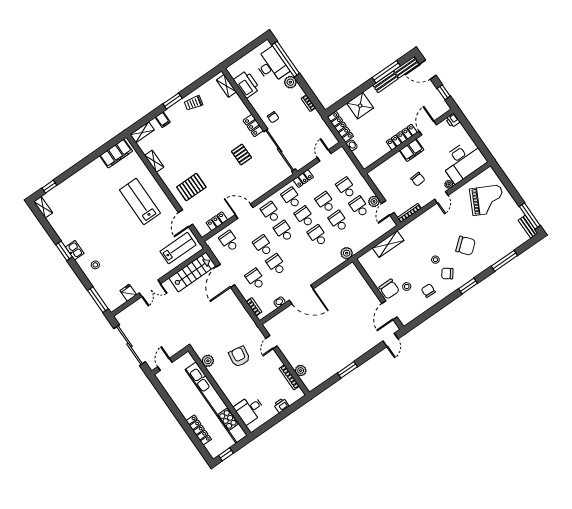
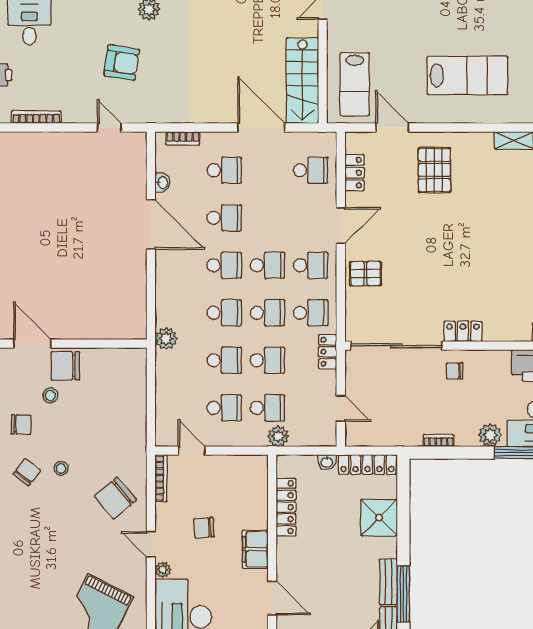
locker: (402, 137) -> (286, 507), moved
pallet: (241, 154) -> (365, 274), moved
plant: (374, 201) -> (278, 436), moved
shelving: (388, 244) -> (136, 412), removed
school desk: (263, 246) -> (224, 265), moved
chair: (465, 246) -> (115, 498), moved
door: (301, 295) -> (151, 224), swing flipped
plant: (301, 371) -> (34, 142), removed

